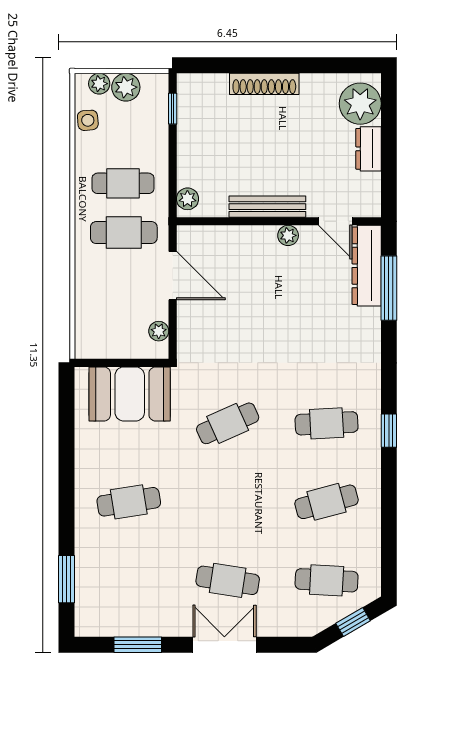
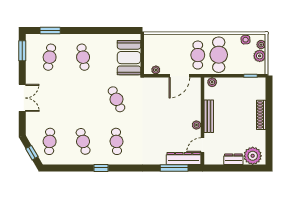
cafe table: (123, 183) -> (219, 55), width x1.37, depth x1.35
window: (389, 431) -> (101, 168), moved
cafe table: (228, 580) -> (50, 57), moved
window: (138, 645) -> (22, 51), moved

